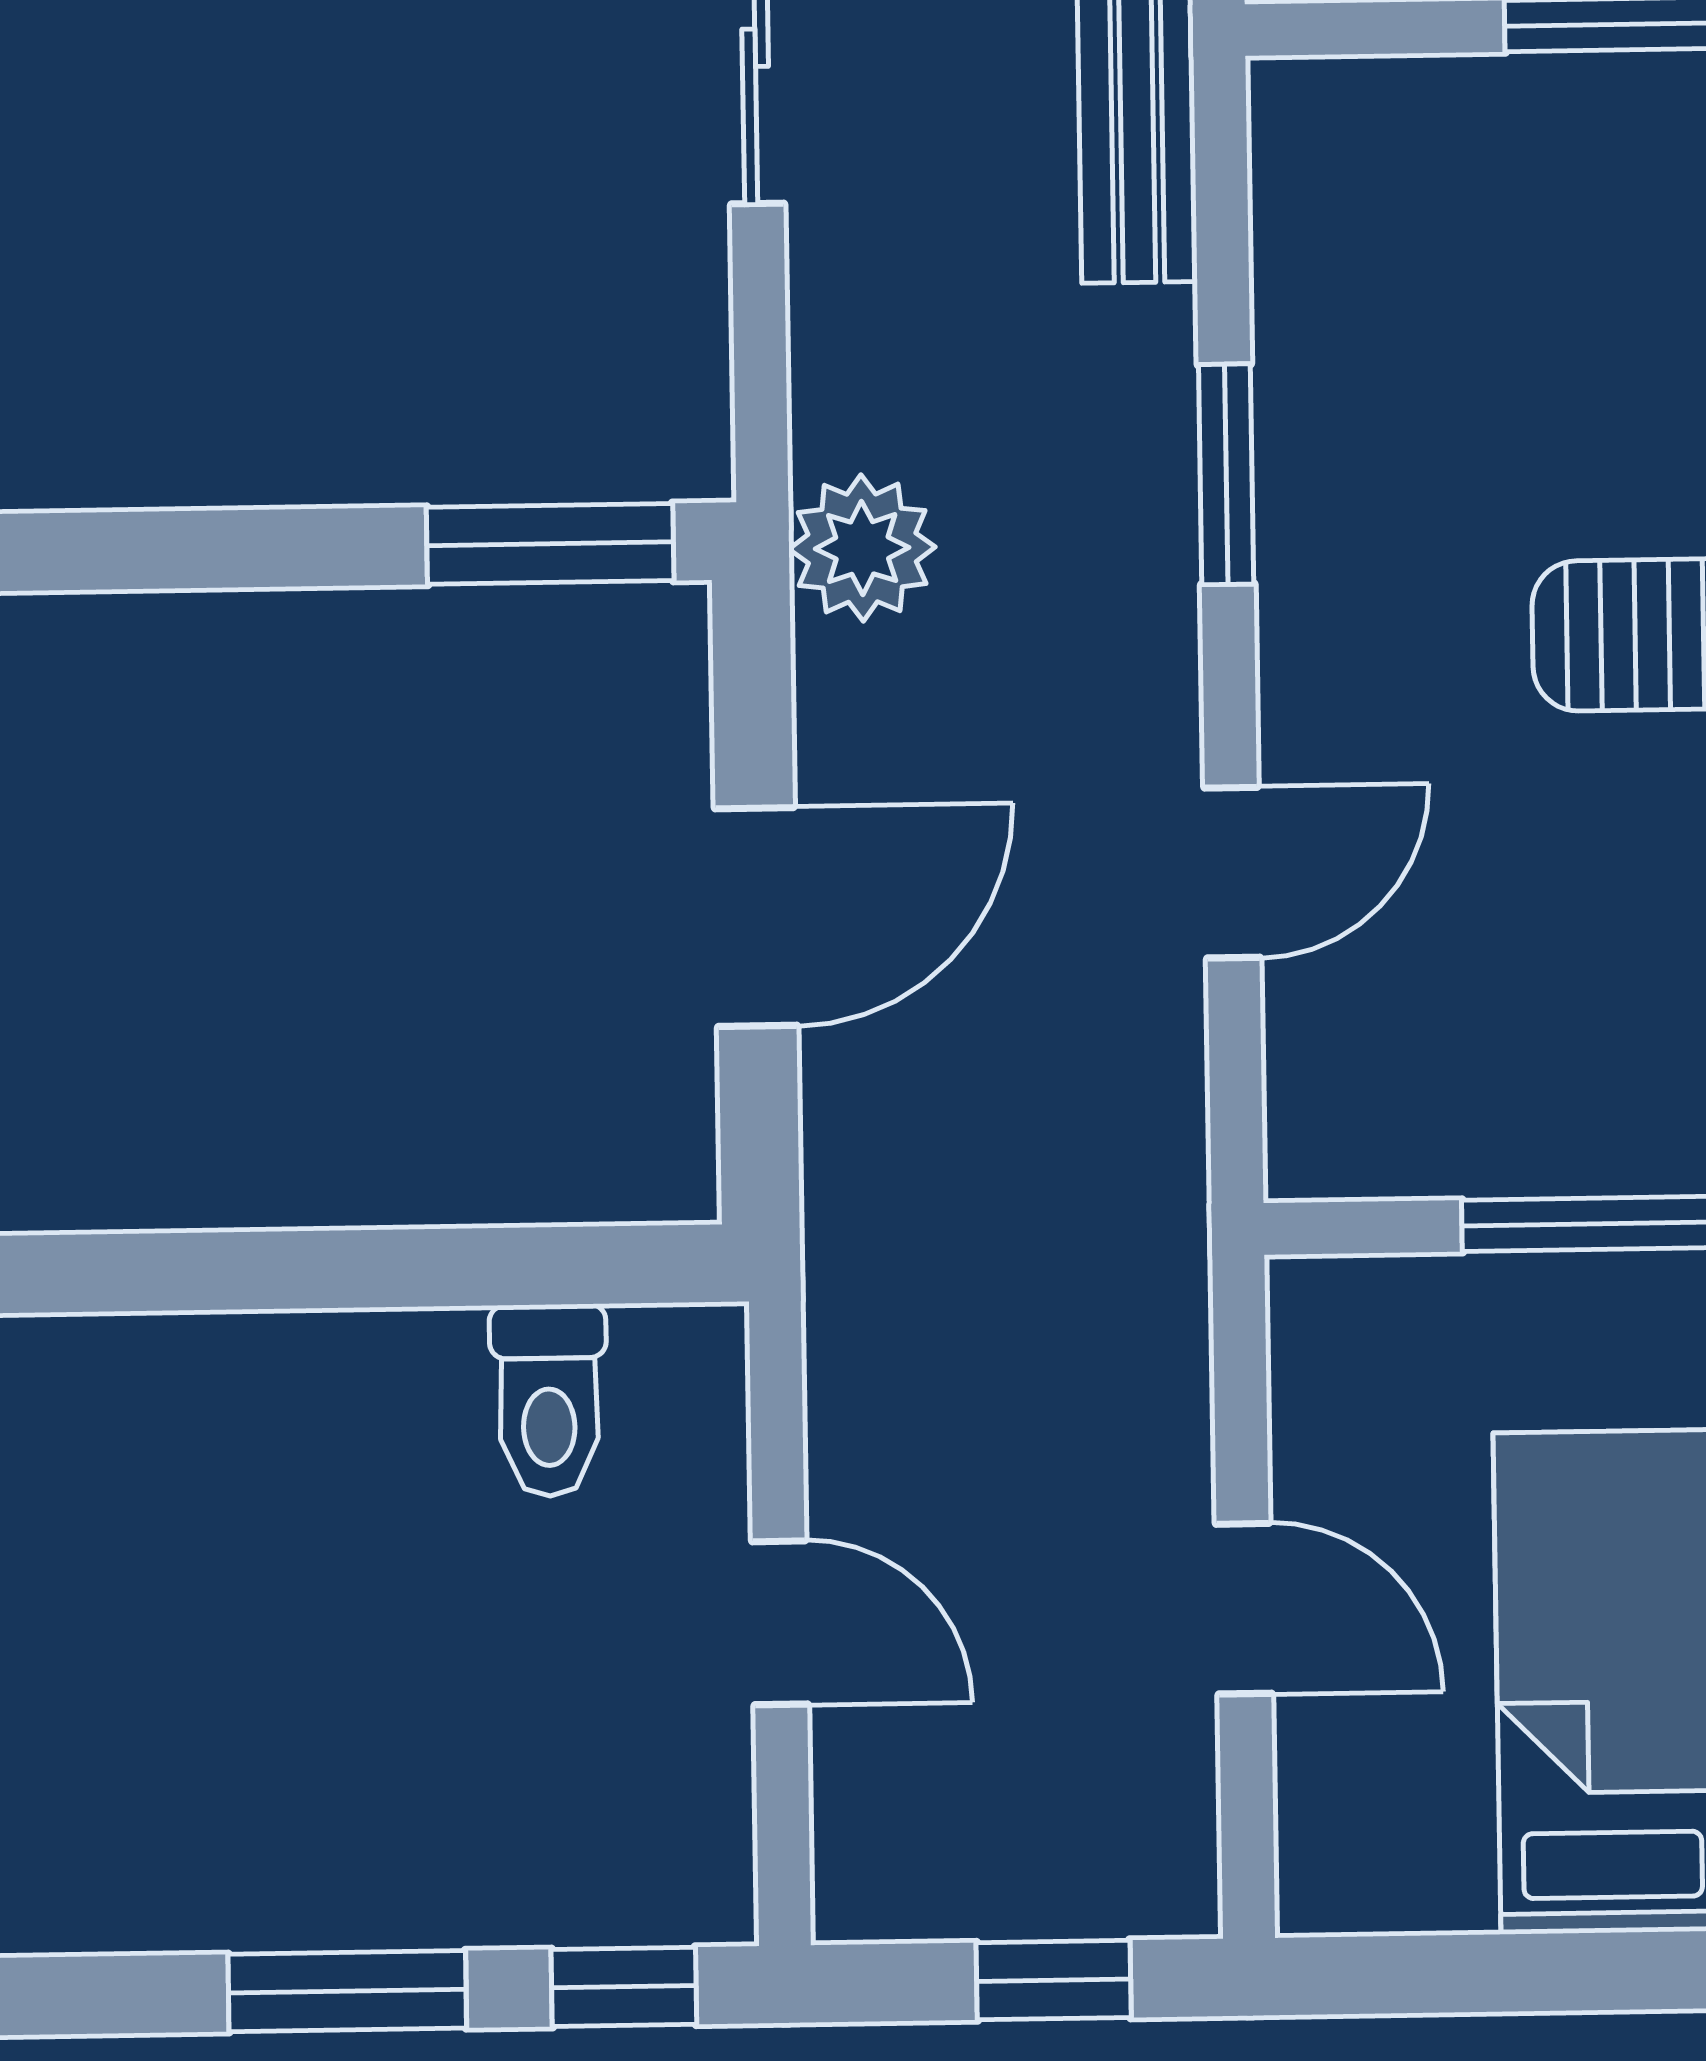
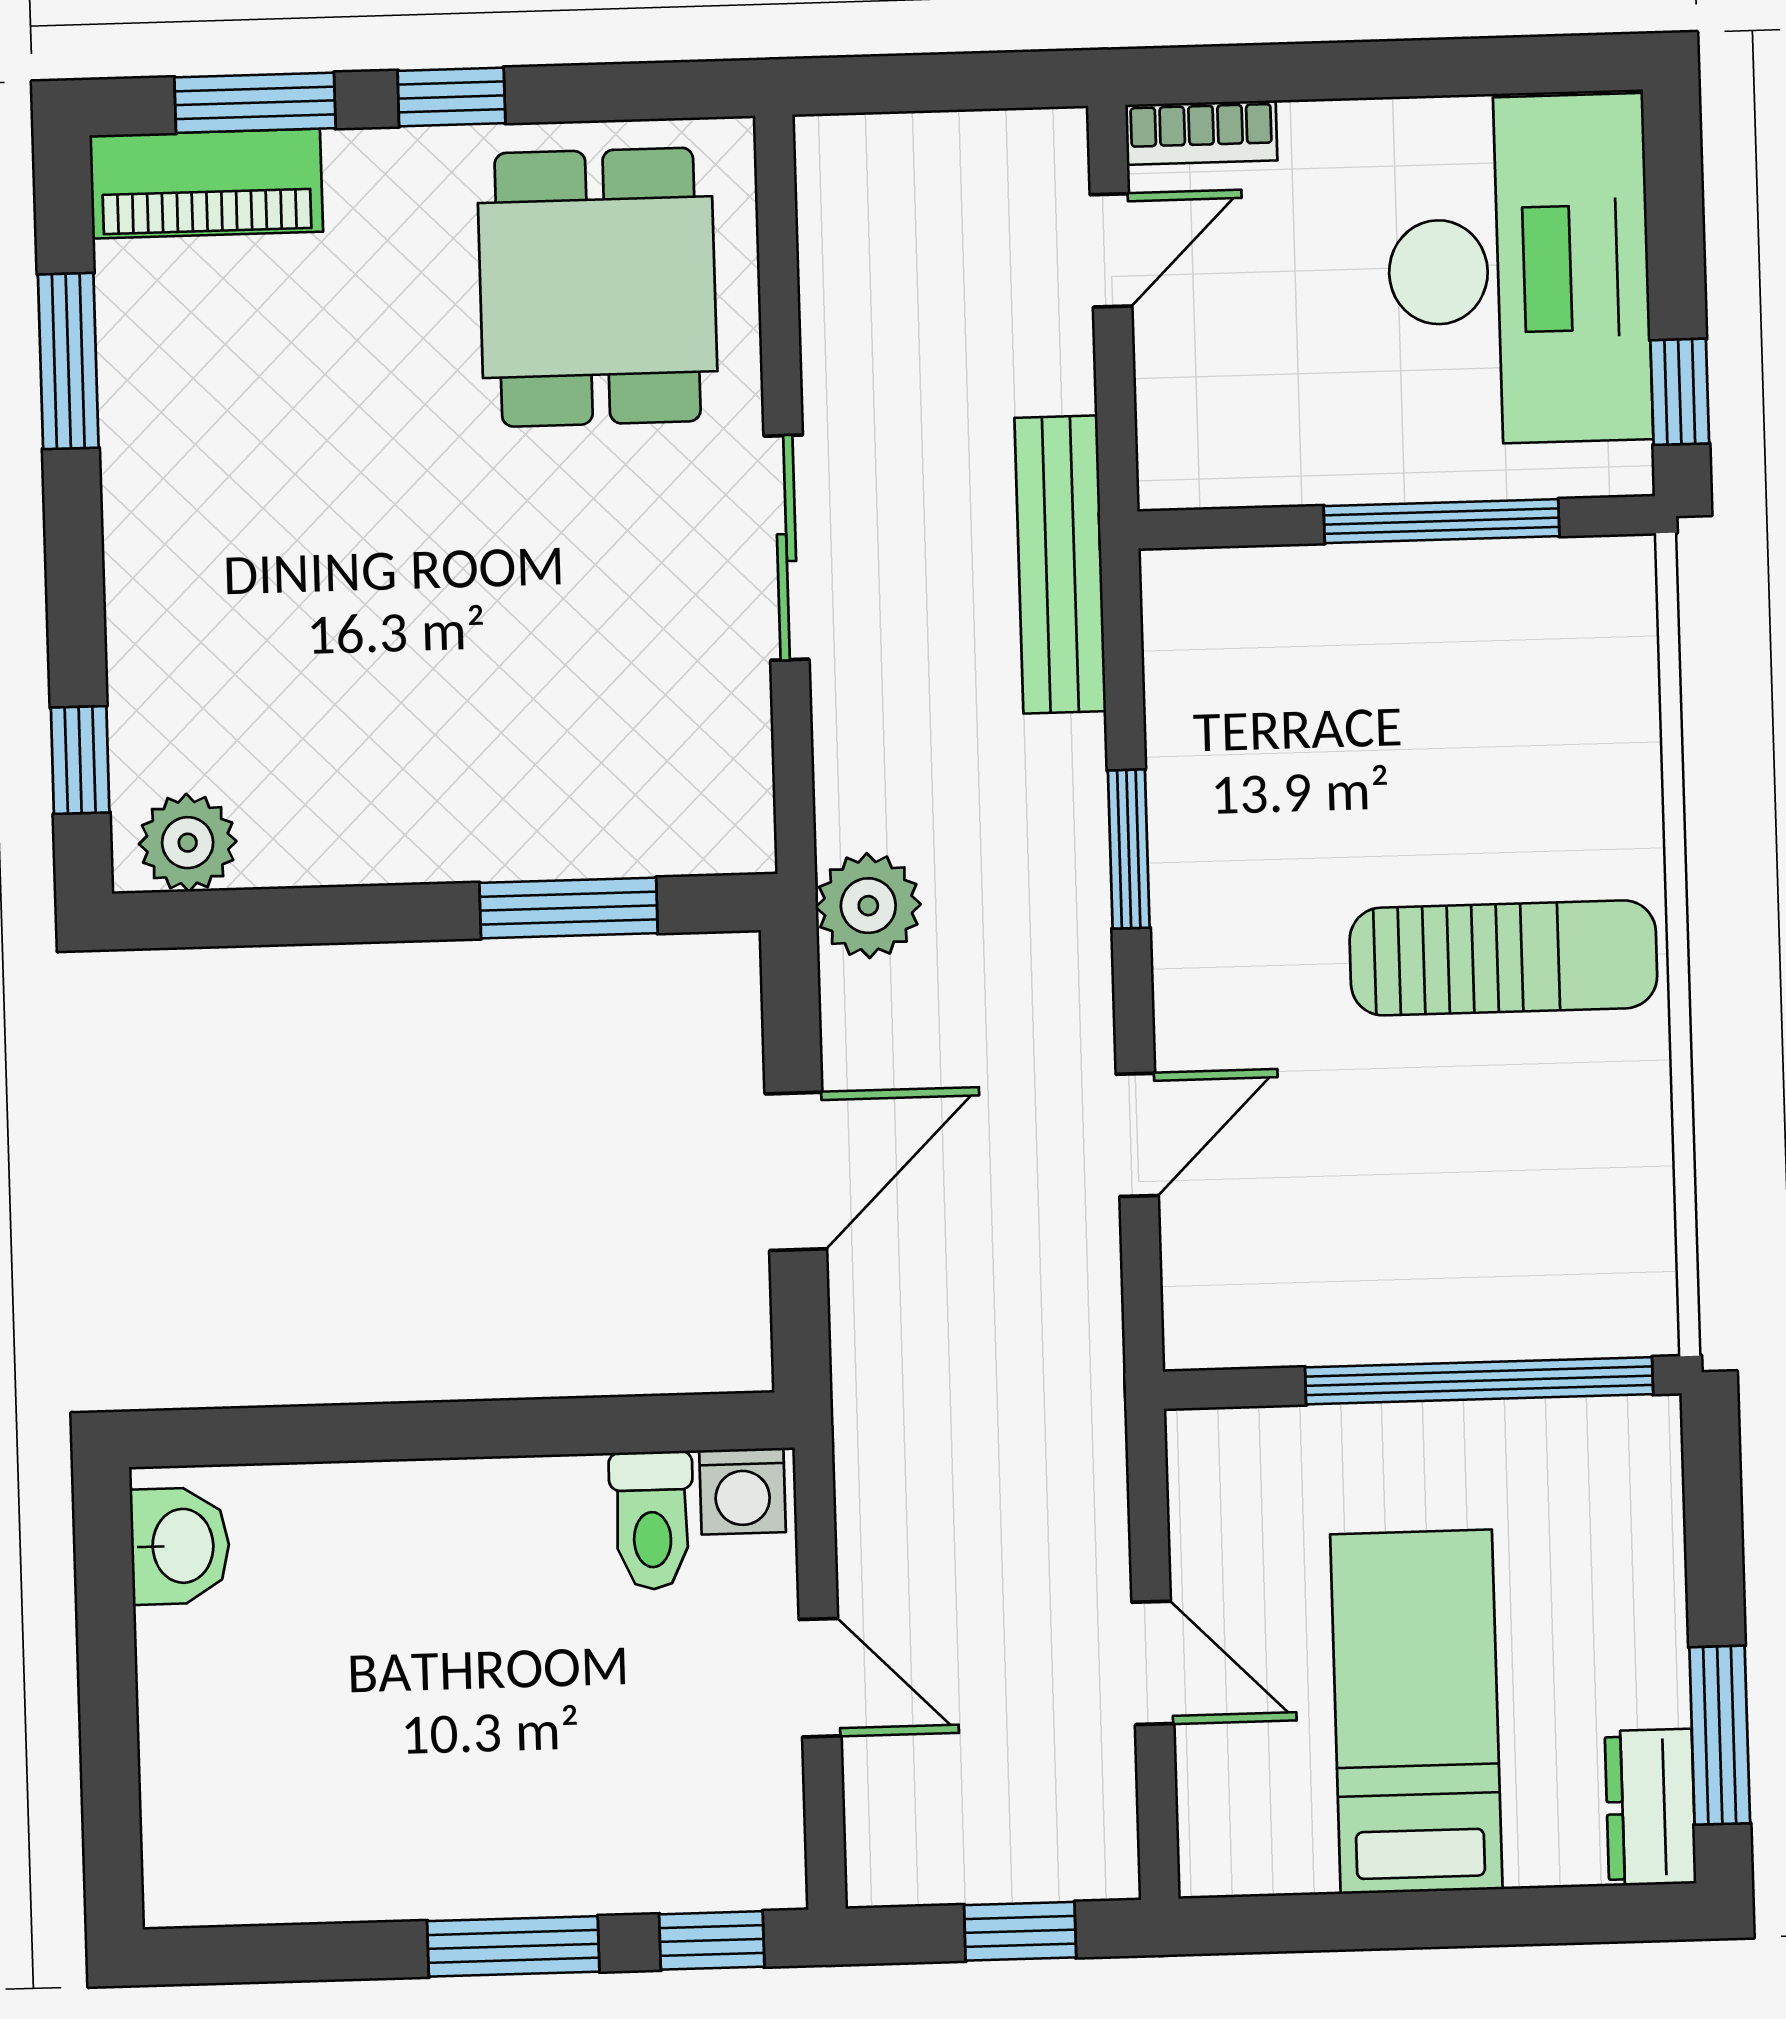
window: (550, 544) -> (569, 908), moved
washing machine: (675, 1361) -> (743, 1491), added

